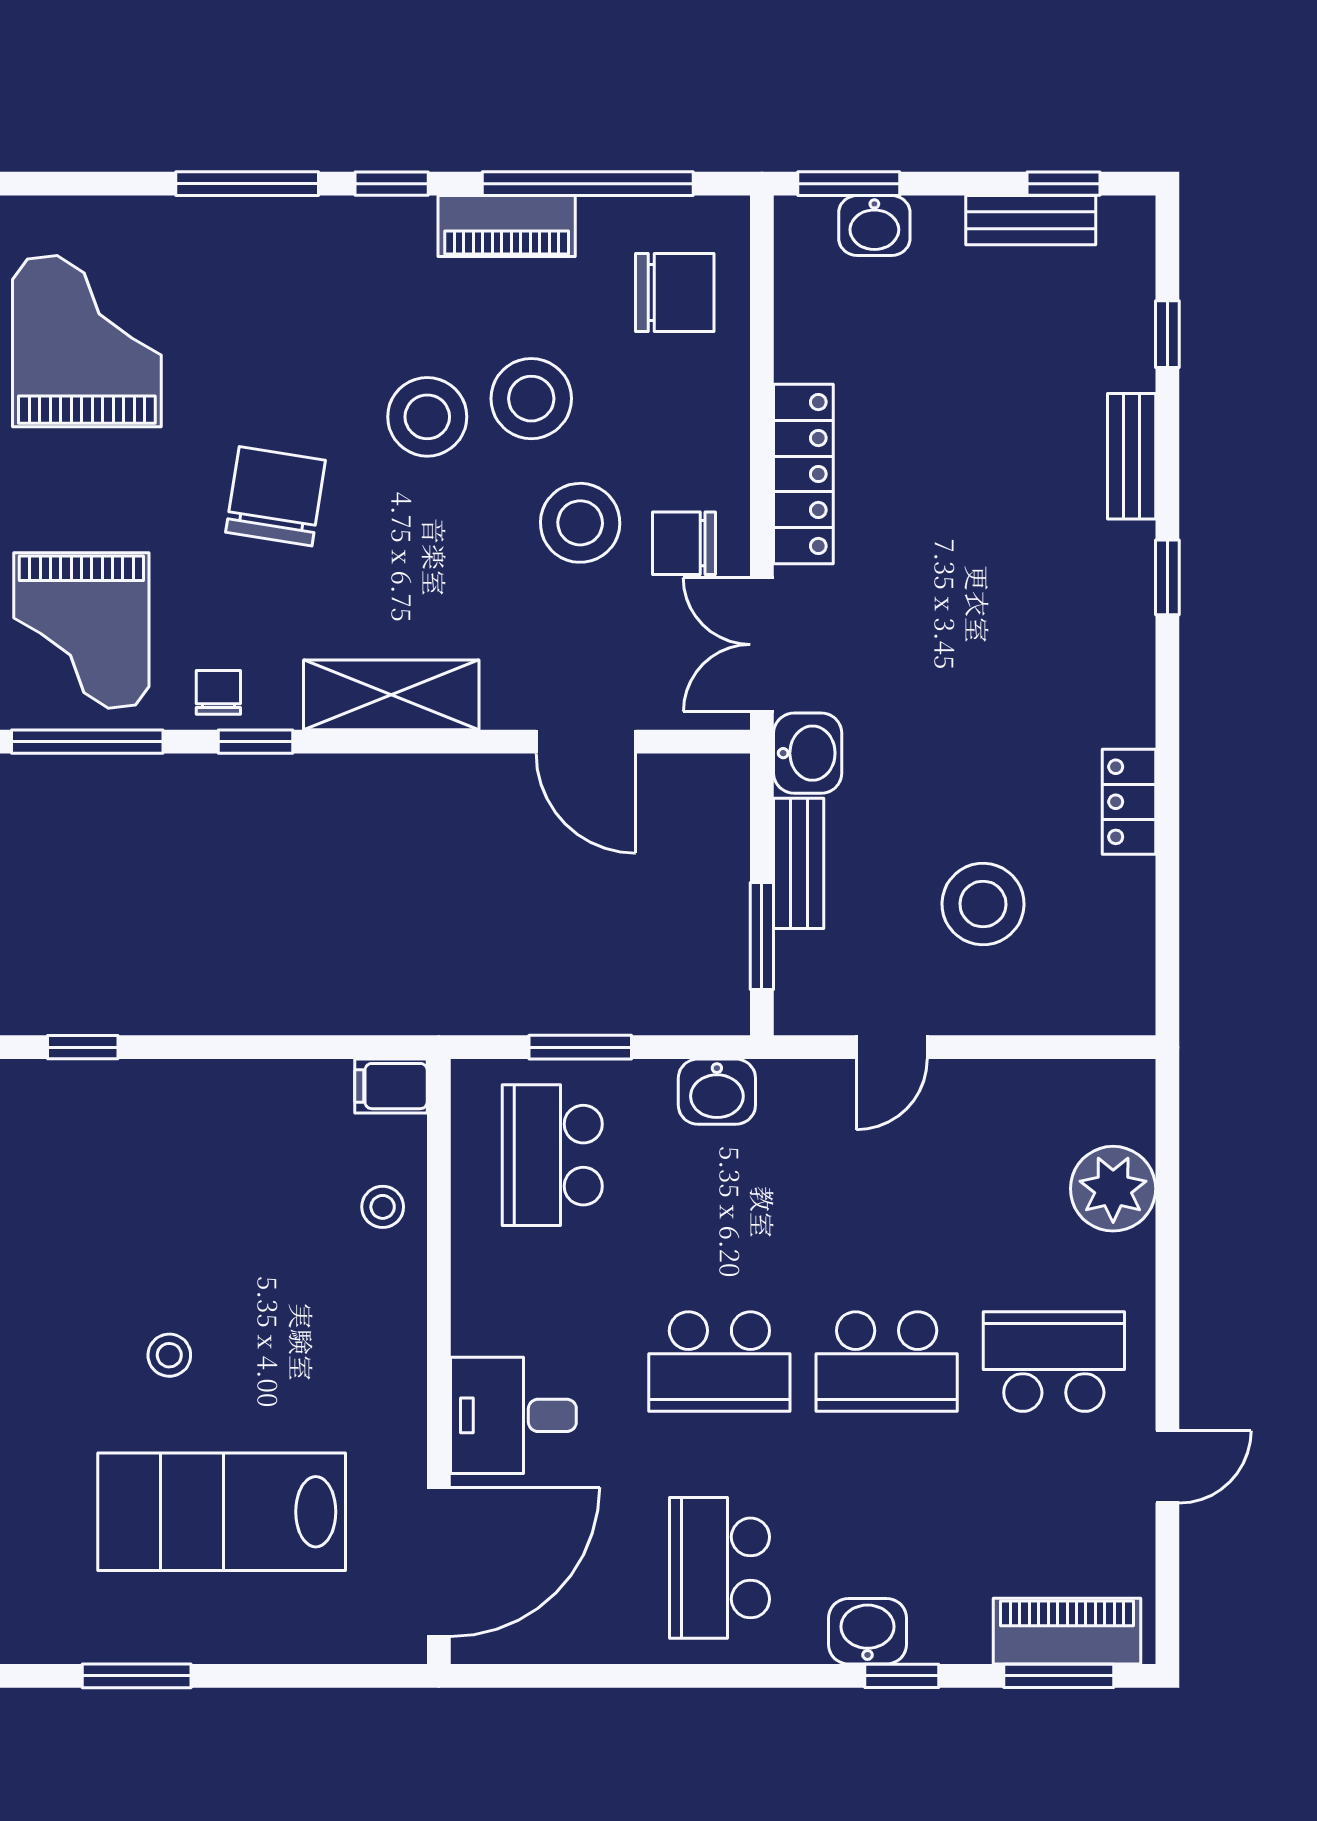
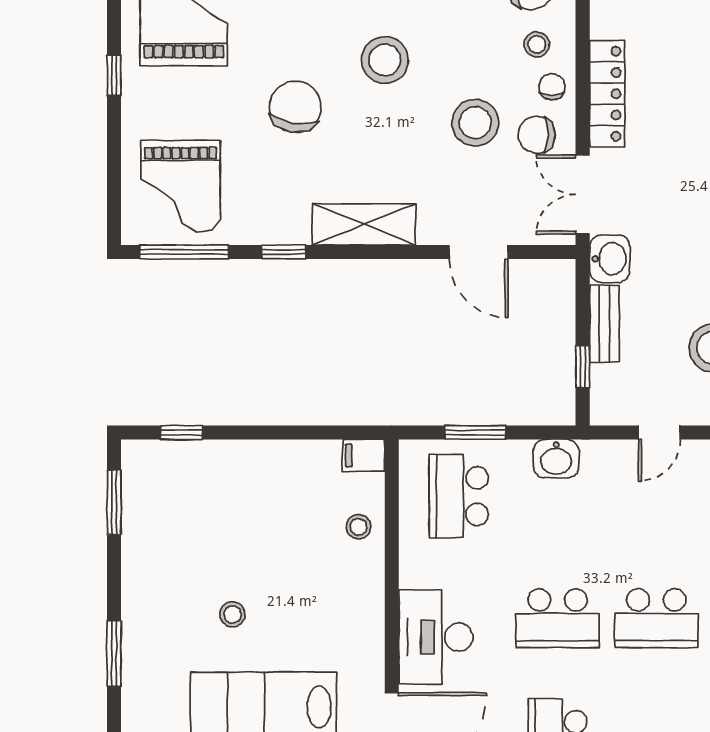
stool: (531, 399) -> (537, 44), moved, width x0.53, depth x0.53
chair: (218, 692) -> (552, 87), moved
window: (762, 936) -> (583, 367), width x0.67
desk: (513, 1415) -> (436, 637), width x1.37

